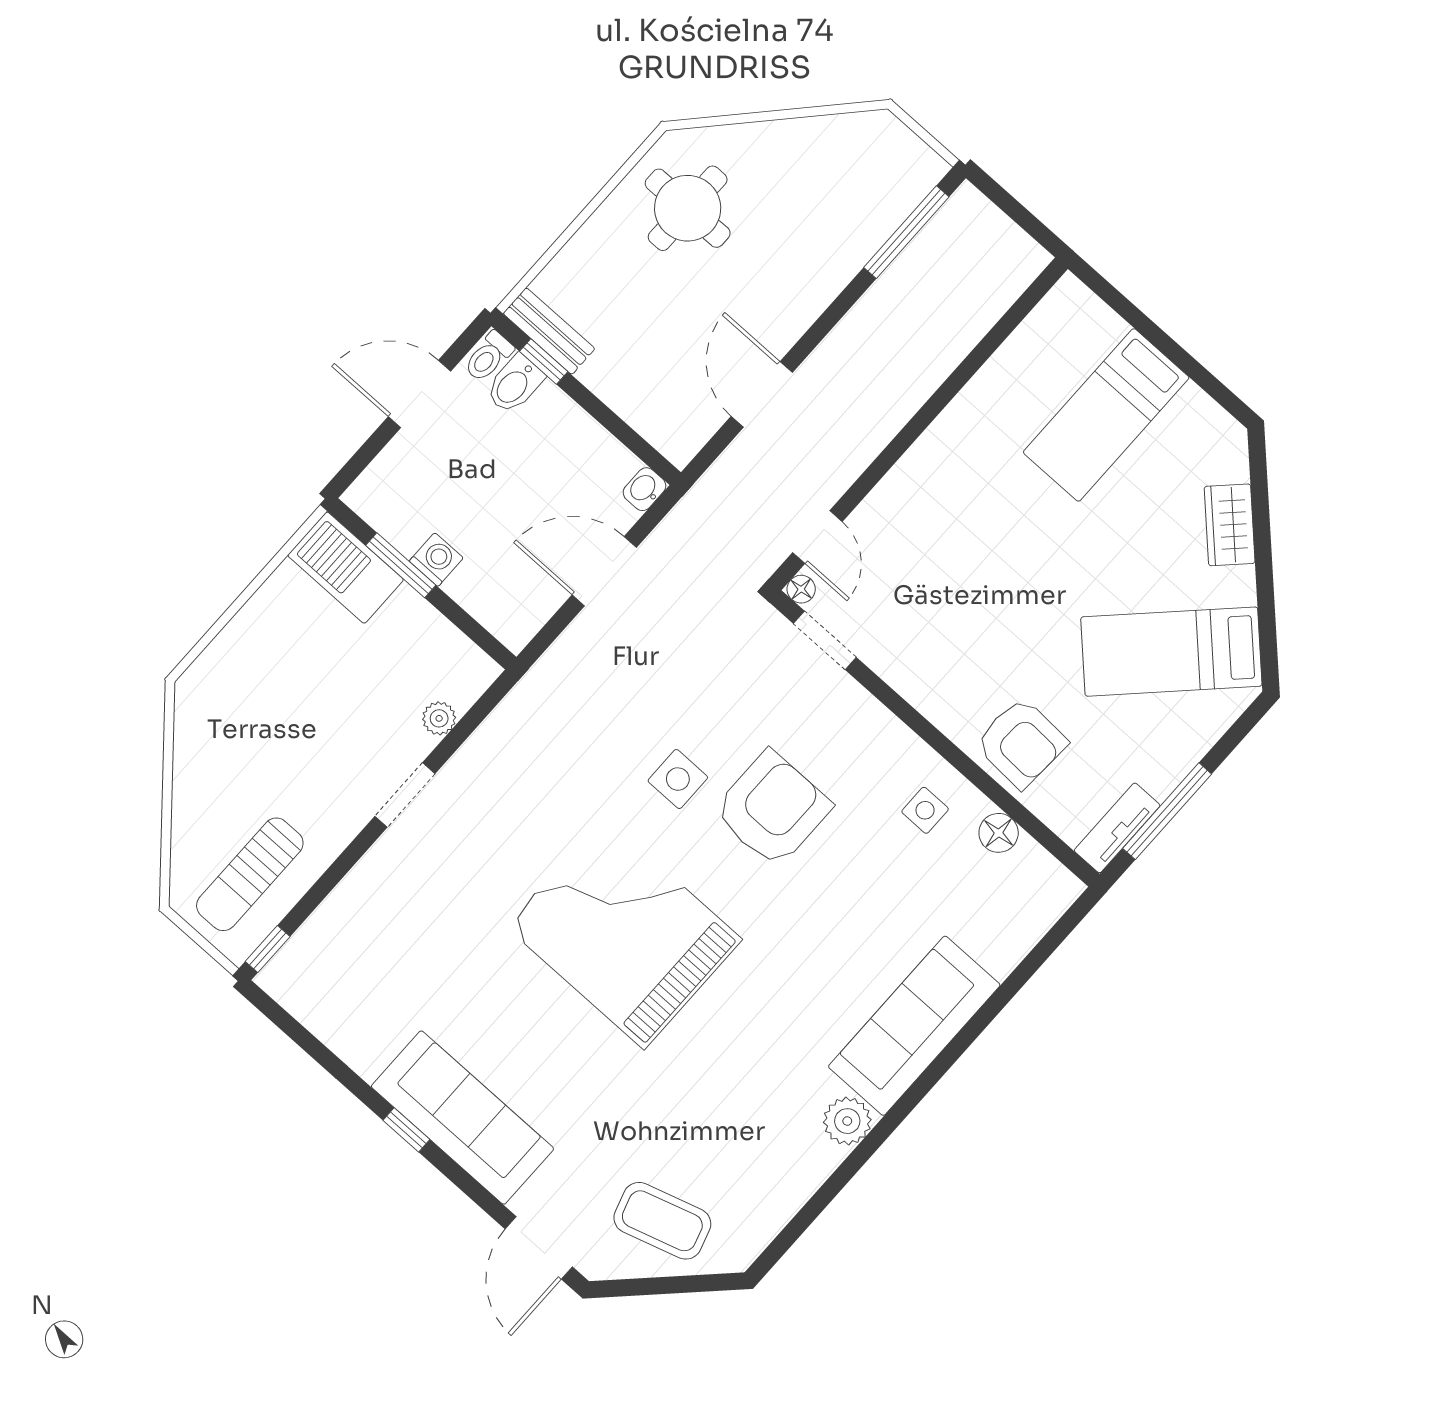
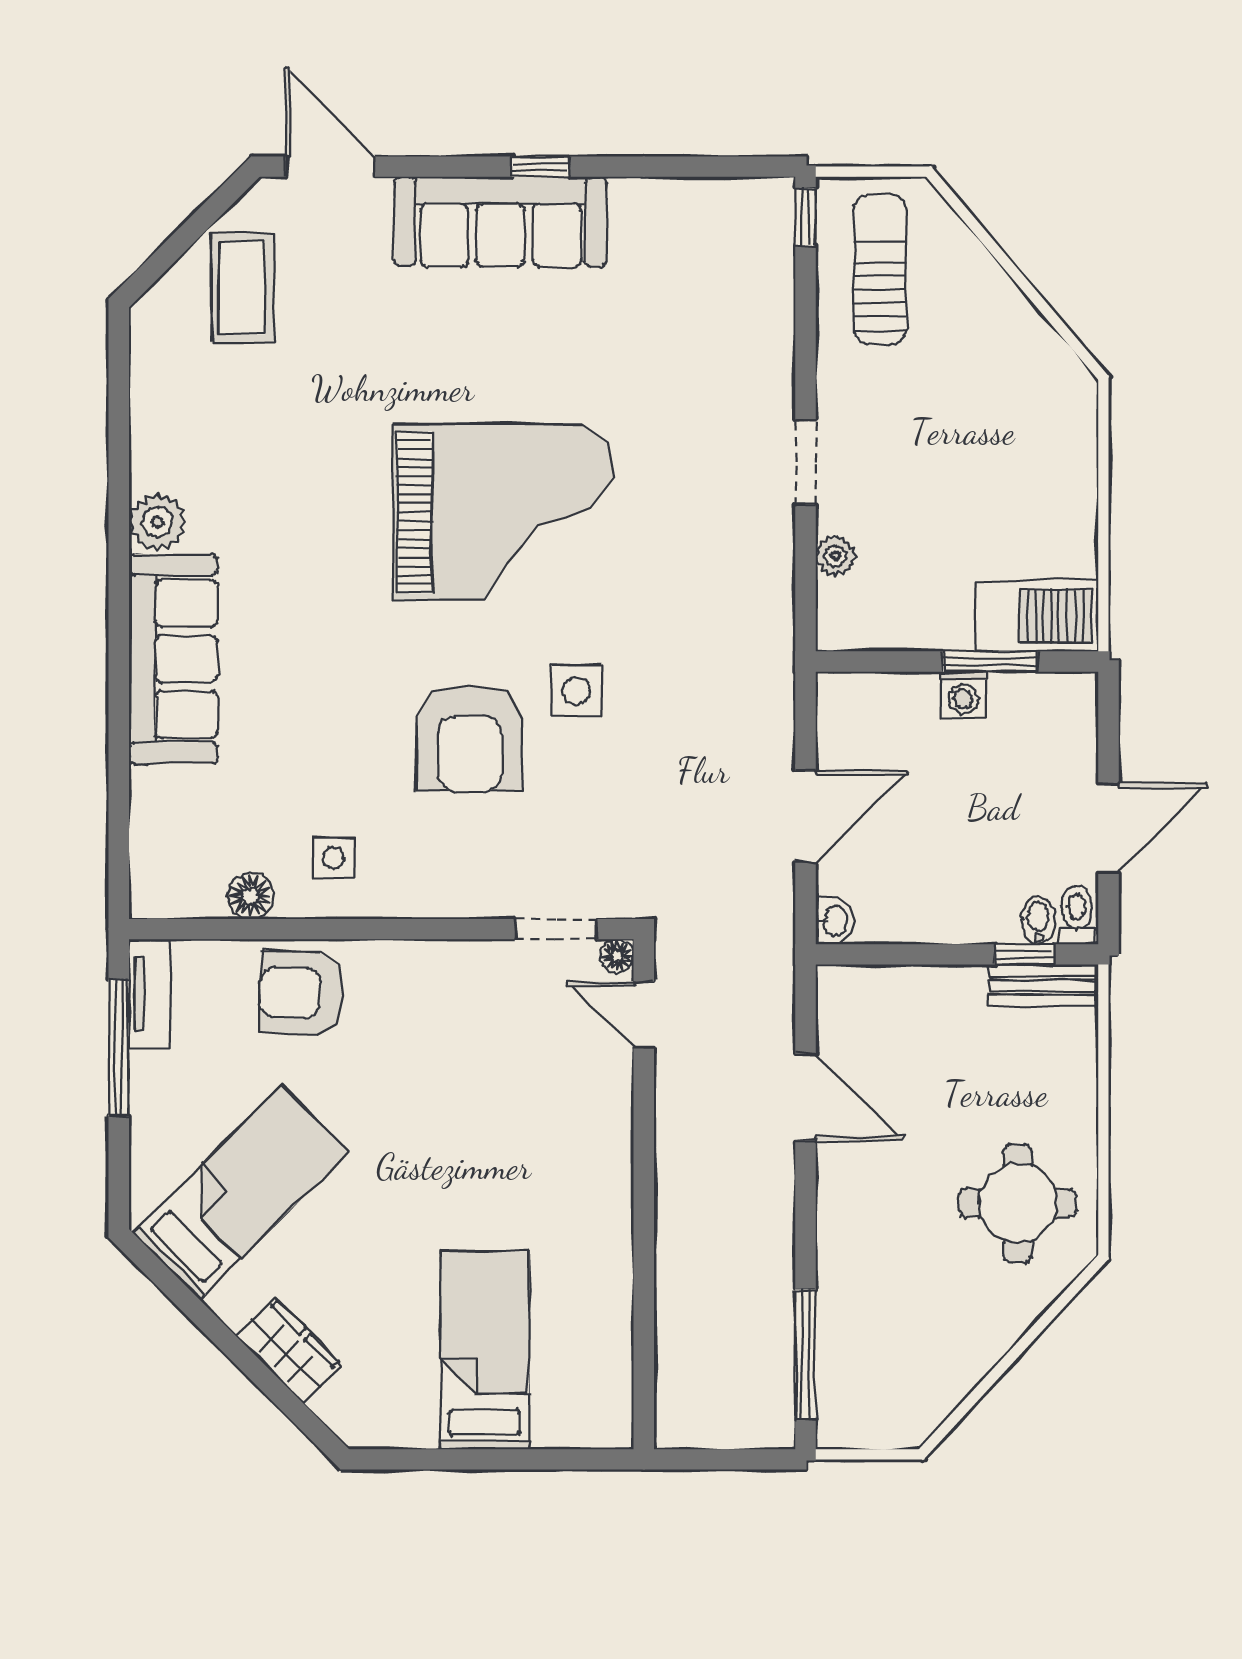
bidet: (515, 384) -> (1038, 920), width x0.72, depth x0.74
coffee table: (662, 1221) -> (242, 288), turned -73

